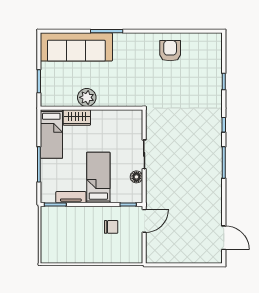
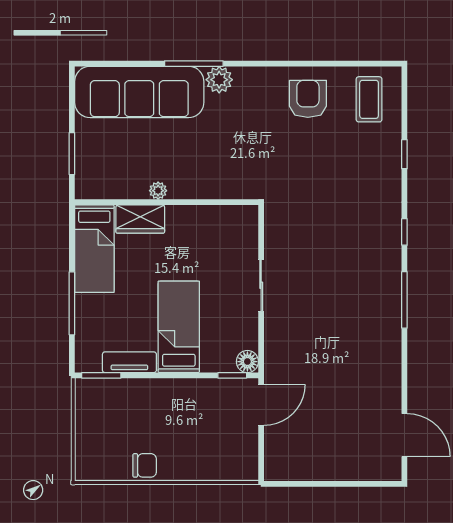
plant: (121, 40) -> (219, 80), added
coffee table: (204, 51) -> (369, 99), added
plant: (87, 97) -> (158, 191), width x0.53, depth x0.53
floor lamp: (136, 177) -> (247, 362), moved
chair: (111, 227) -> (145, 465), moved

